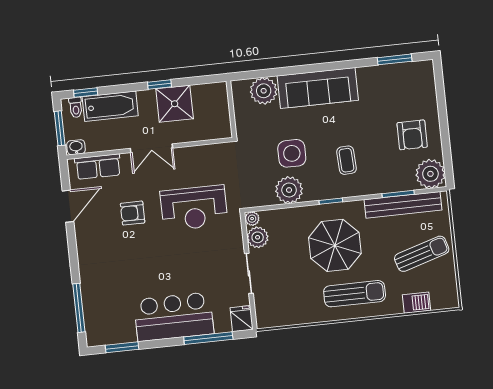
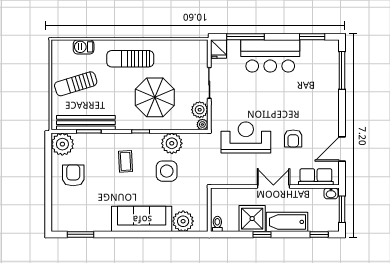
bathtub: (110, 106) -> (287, 222), moved
toilet: (76, 107) -> (217, 224), moved
armchair: (133, 213) -> (293, 138), turned 90
parasol: (335, 245) -> (155, 97), moved

